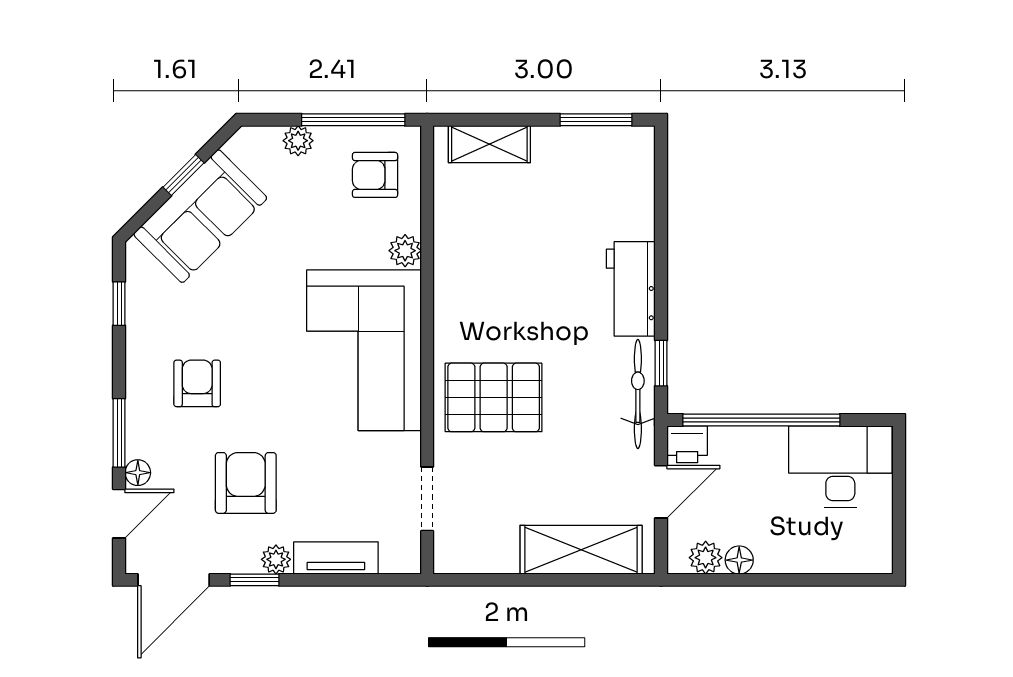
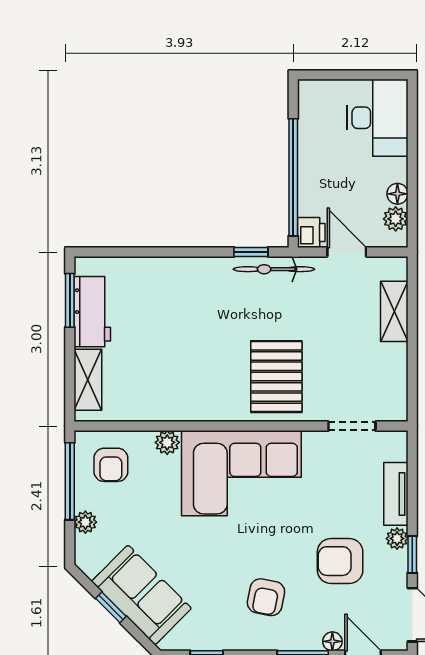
workbench: (631, 289) -> (92, 312), moved, turned -90
armchair: (197, 383) -> (266, 597), turned -79
desk: (840, 467) -> (378, 118), moved, turned 180
shelving: (581, 550) -> (394, 311), width x0.67, depth x0.75

